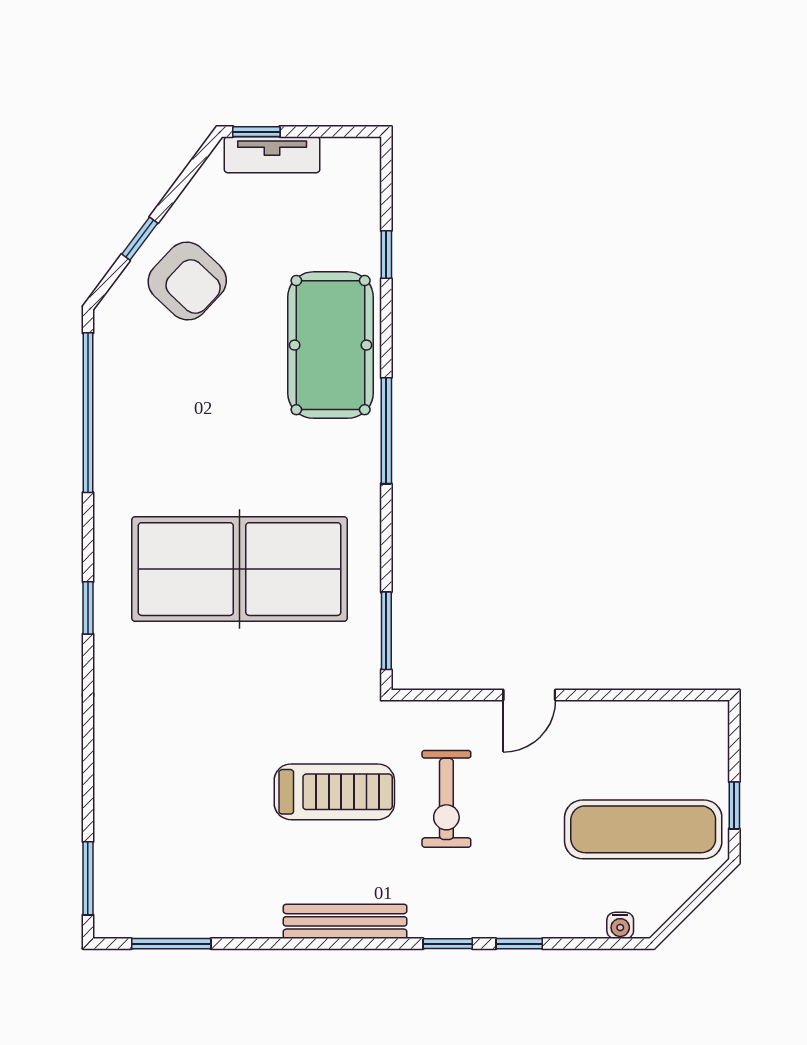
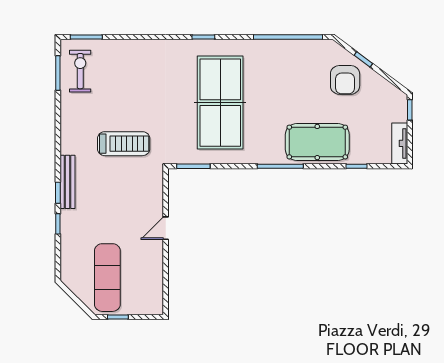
tv unit: (272, 155) -> (400, 143), moved
armchair: (187, 281) -> (345, 80), turned -43
door: (529, 695) -> (166, 228), hinge flipped
treadmill: (334, 792) -> (124, 144), turned -90
exercise bike: (446, 799) -> (80, 71), moved, turned 90
bench: (345, 921) -> (68, 182), moved
water cooler: (620, 925) -> (66, 268), removed

